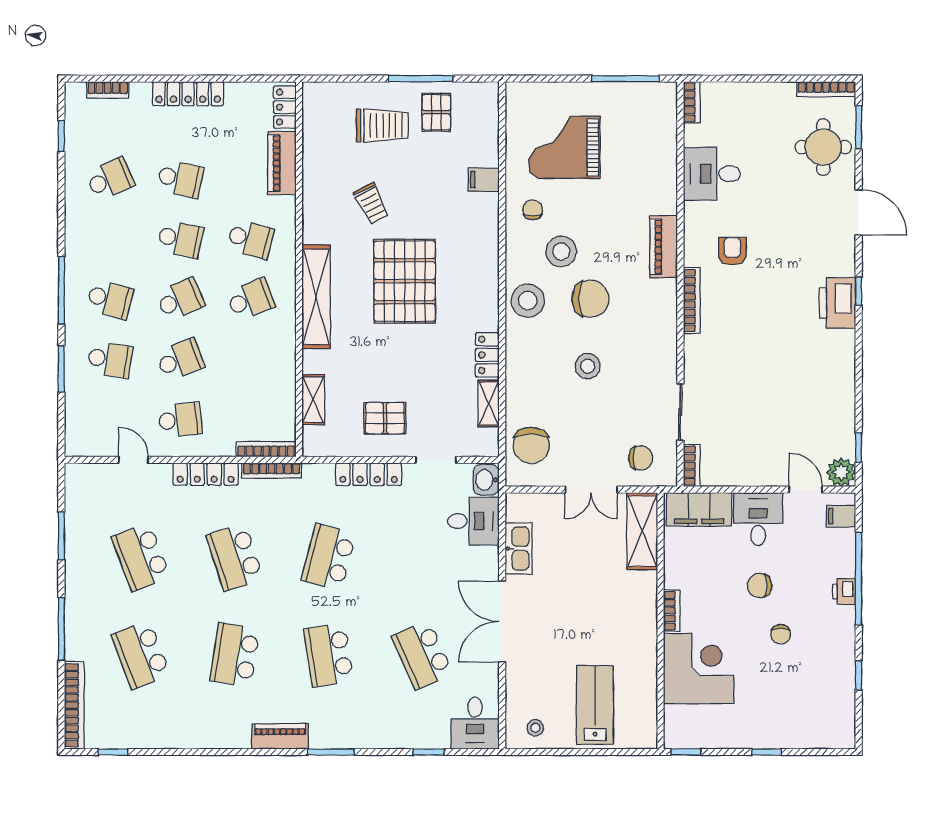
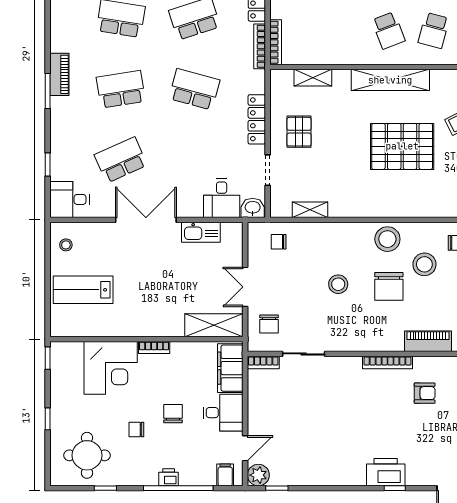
locker: (487, 355) -> (347, 209), removed
chair: (531, 445) -> (279, 242), width x0.54, depth x0.54
round table: (815, 700) -> (87, 455), added
lab bench: (595, 705) -> (83, 290), turned 180
piano: (280, 736) -> (59, 74), moved

